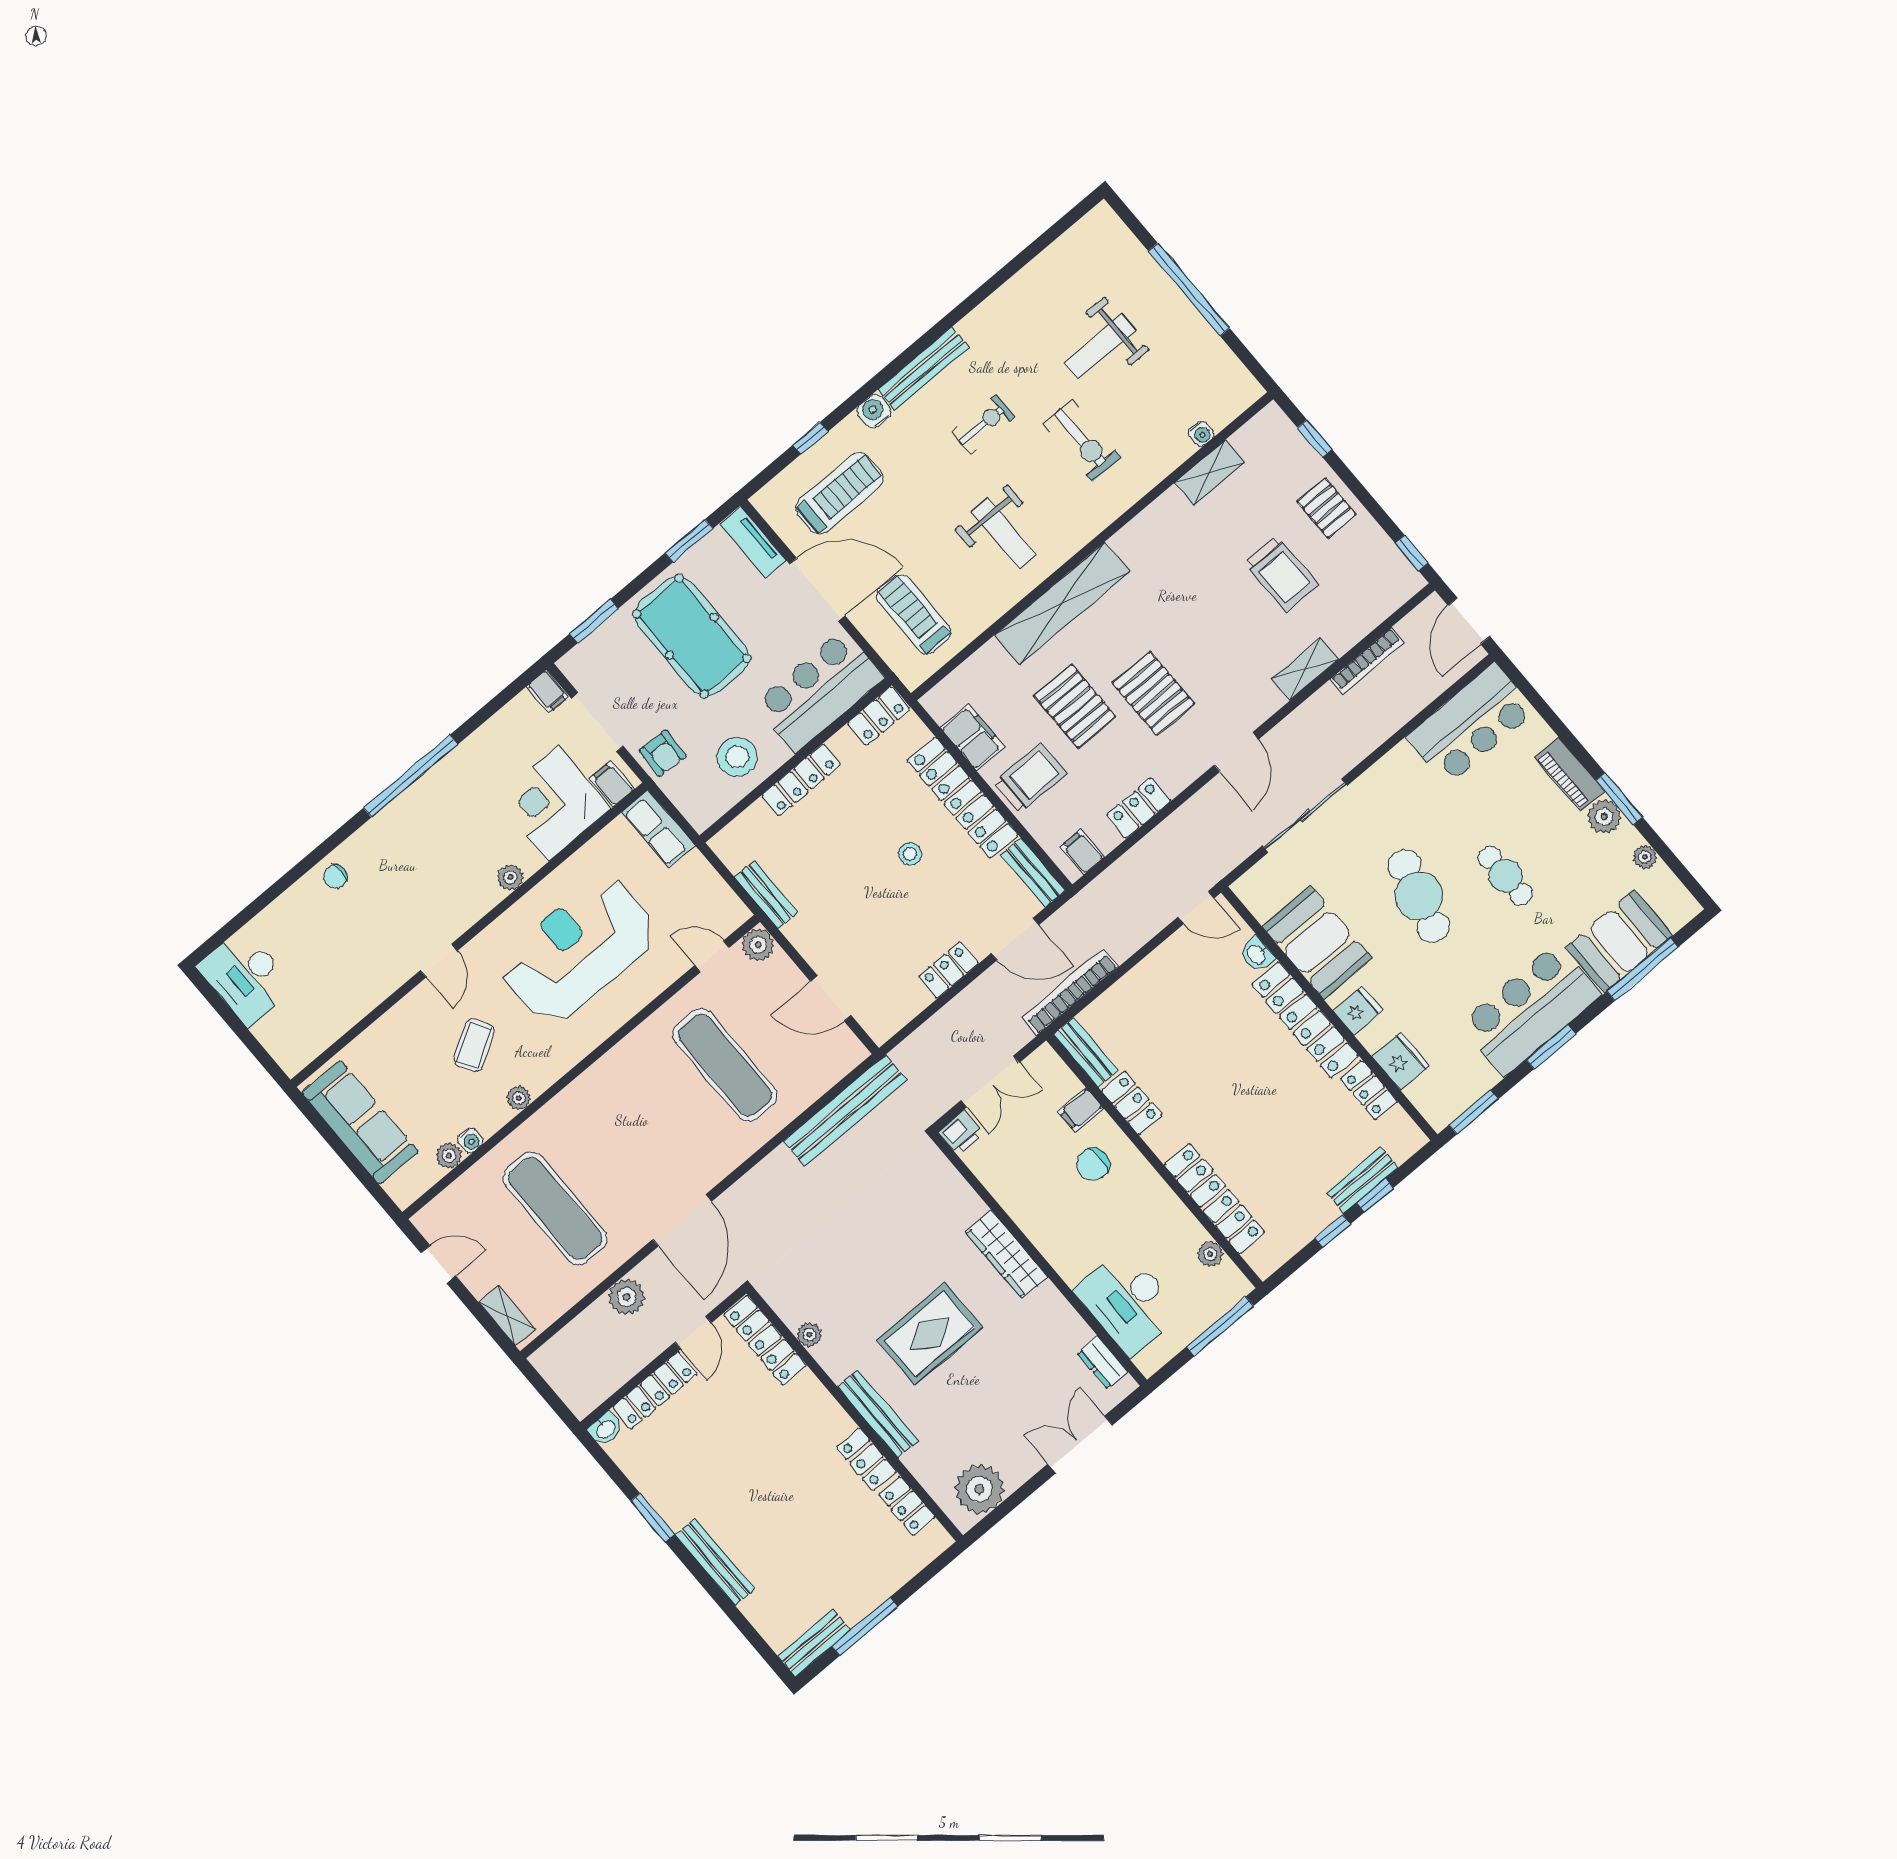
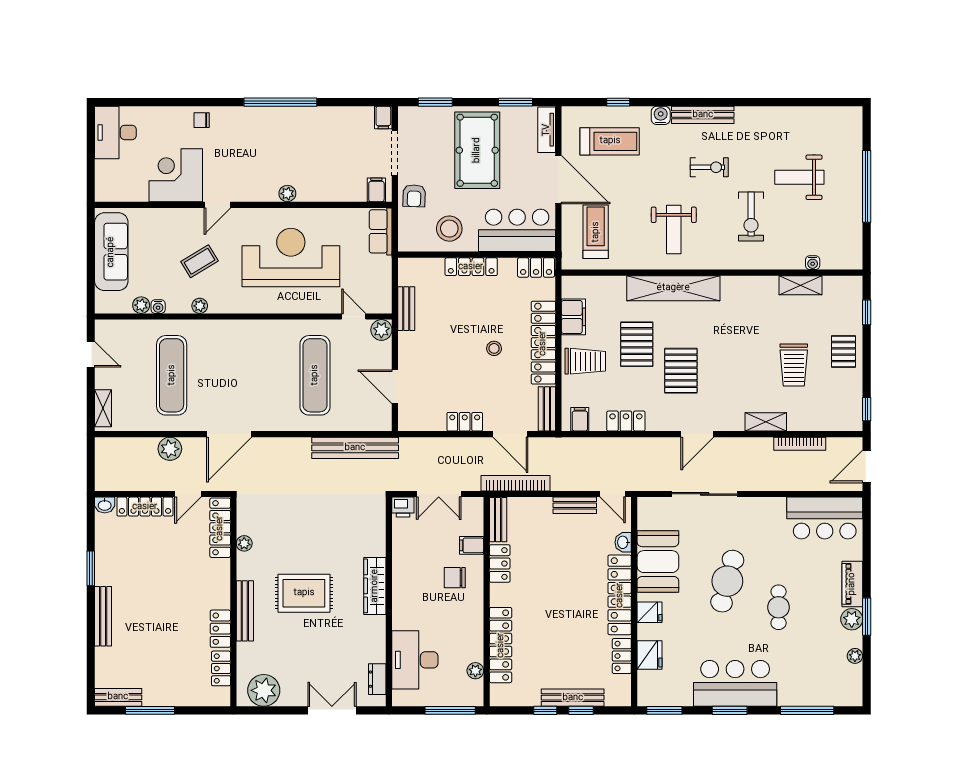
corner desk: (553, 804) -> (176, 175), moved
booth: (1619, 941) -> (807, 687), removed
bench: (1162, 959) -> (575, 505), added
bench: (1362, 1180) -> (573, 698), width x1.36

